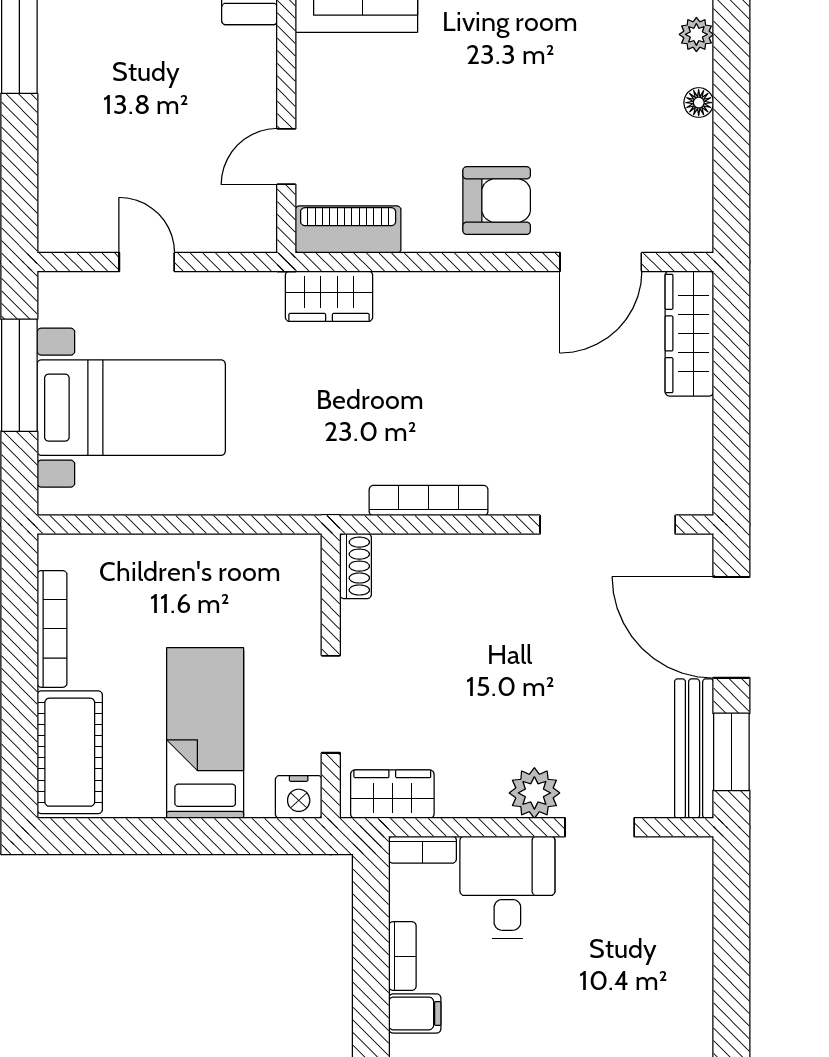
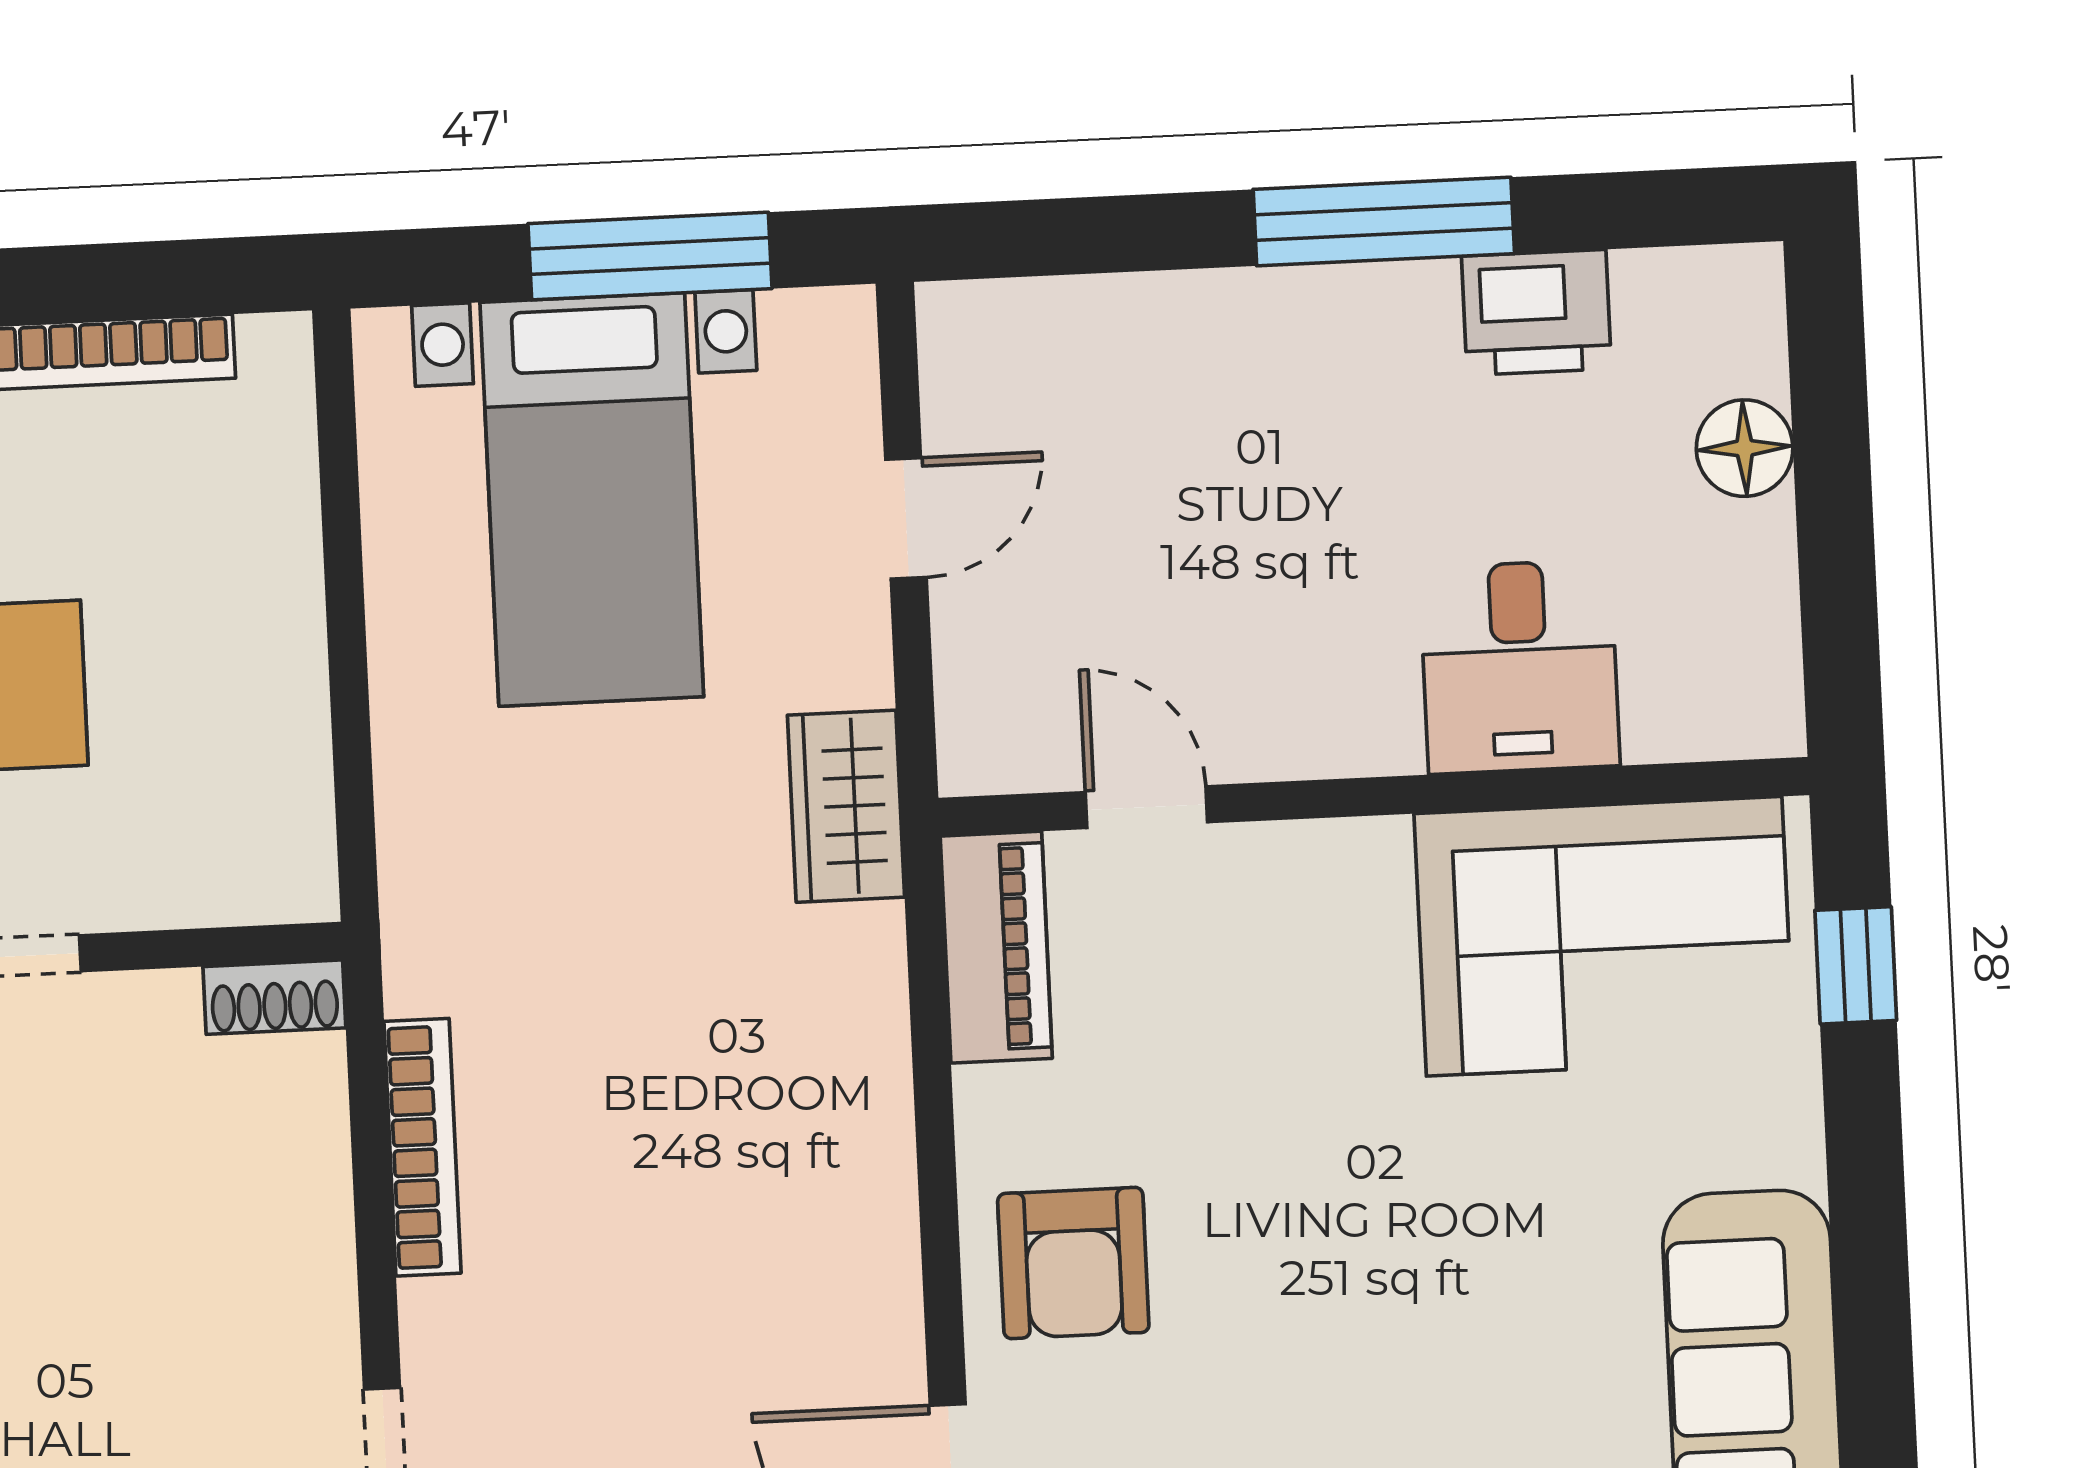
wardrobe: (329, 296) -> (846, 806), moved

